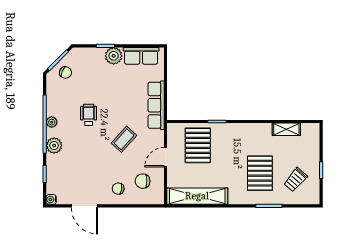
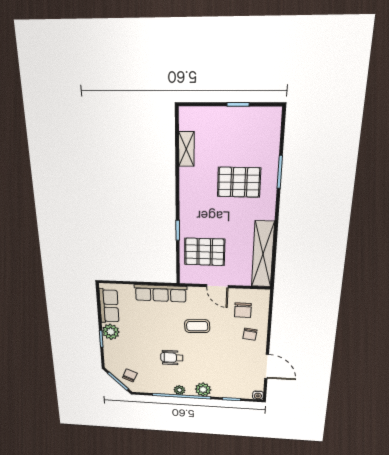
coffee table: (124, 139) -> (197, 326), turned -45
trolley: (296, 180) -> (249, 138), removed
door: (84, 206) -> (267, 366), hinge flipped

